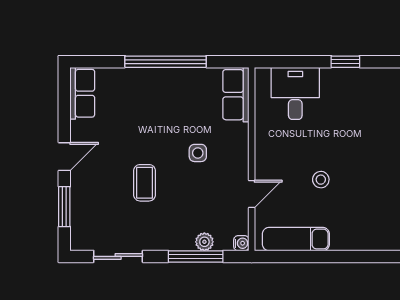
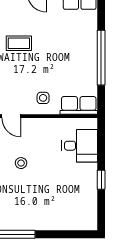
side table: (198, 153) -> (43, 98), moved

